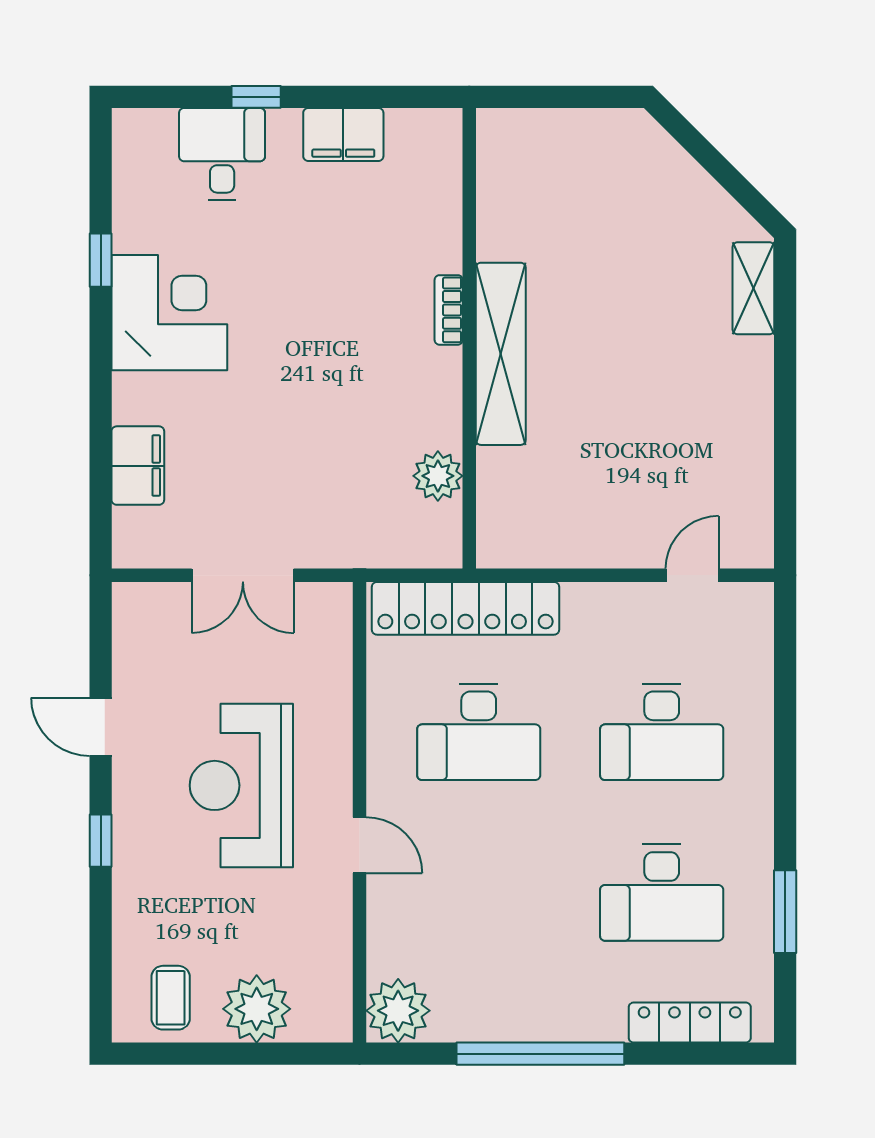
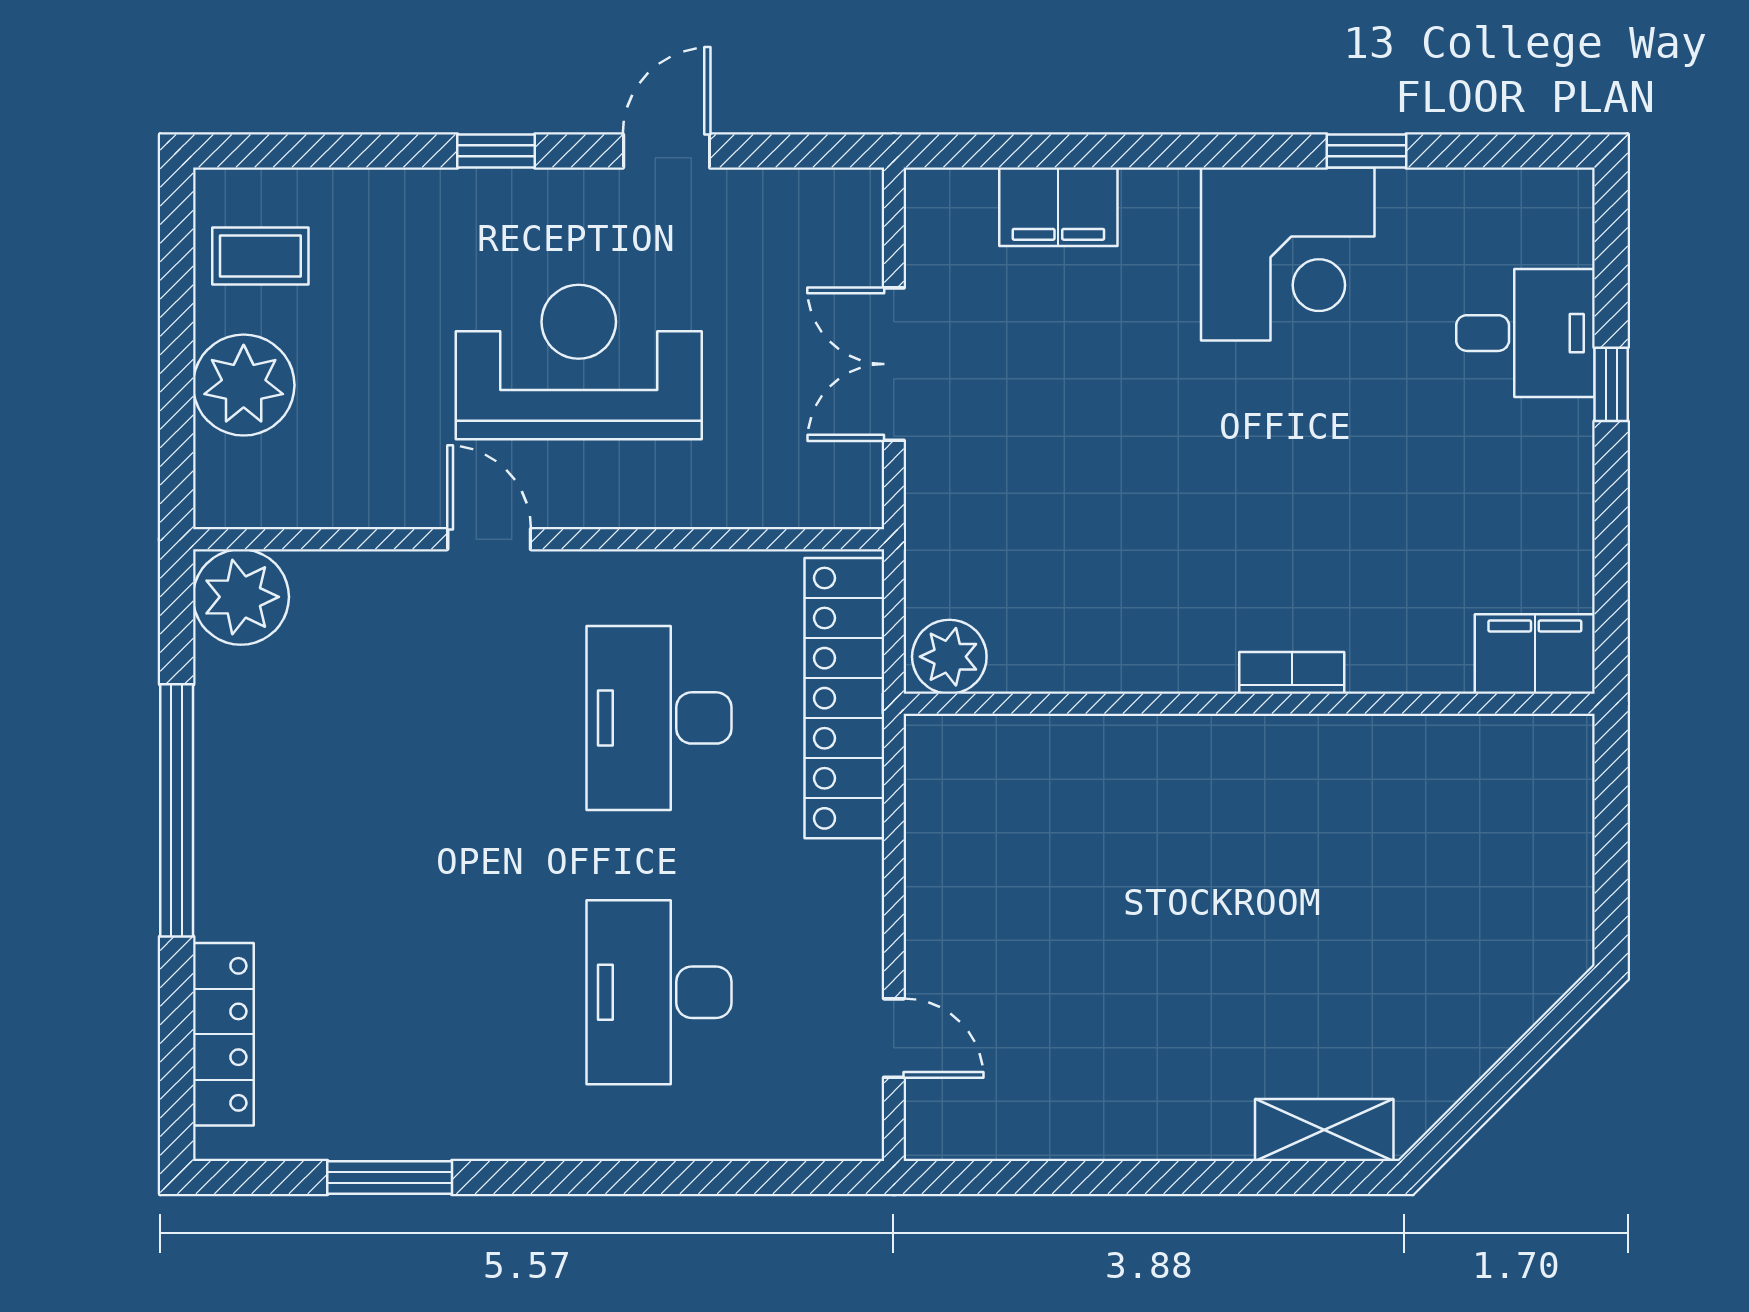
filing cabinet: (343, 135) -> (1535, 654), moved, turned 90
shelving: (501, 354) -> (1226, 751), removed
plant: (438, 476) -> (949, 657), moved
door: (360, 845) -> (489, 539), swing flipped
desk: (662, 893) -> (418, 992), removed

